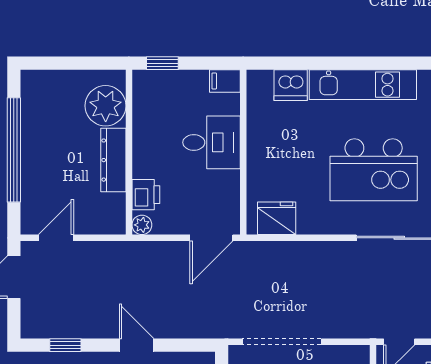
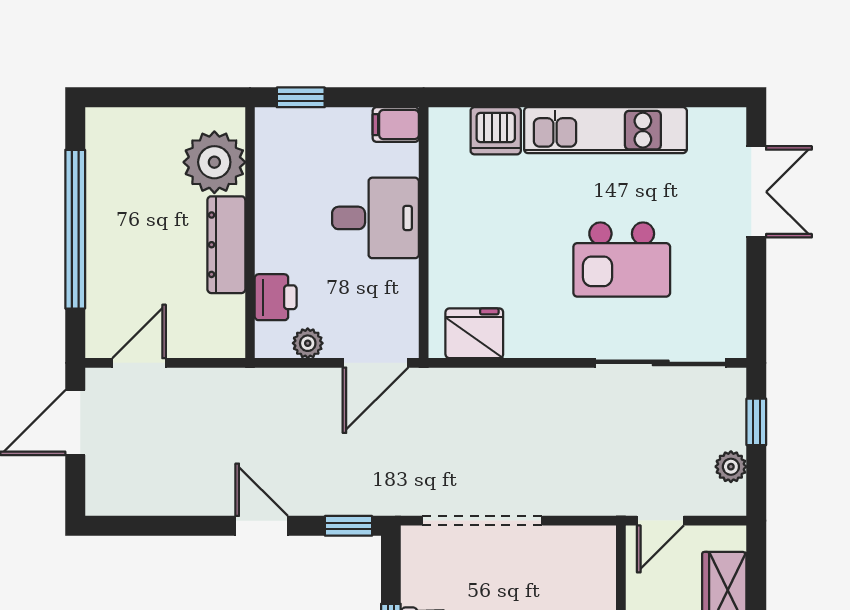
kitchen island: (374, 170) -> (622, 260), width x0.73, depth x0.78
plant: (142, 225) -> (308, 343), moved
window: (65, 345) -> (348, 526), moved

